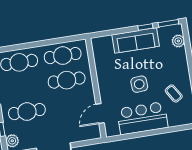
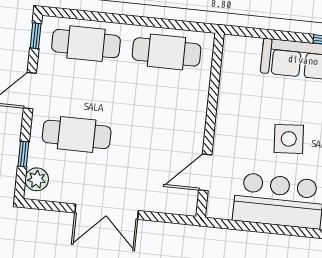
cafe table: (67, 80) -> (162, 97), removed

